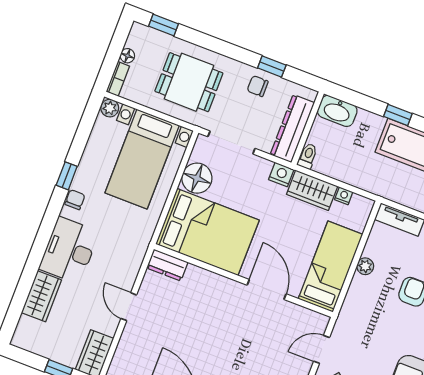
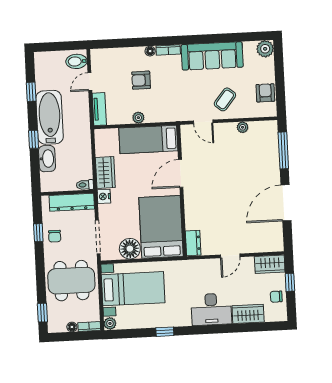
dining table: (189, 82) -> (71, 281), width x1.38
washbasin: (337, 111) -> (47, 159), moved
nightstand: (344, 196) -> (100, 151), removed
chair: (75, 200) -> (276, 297), moved

